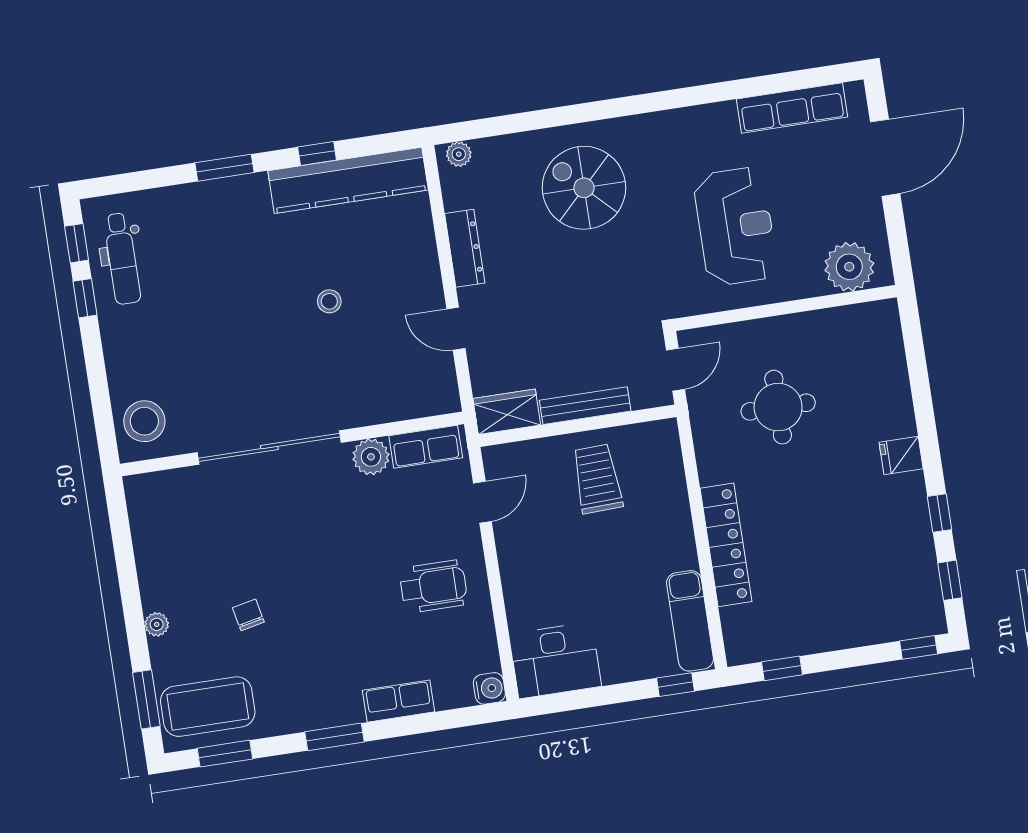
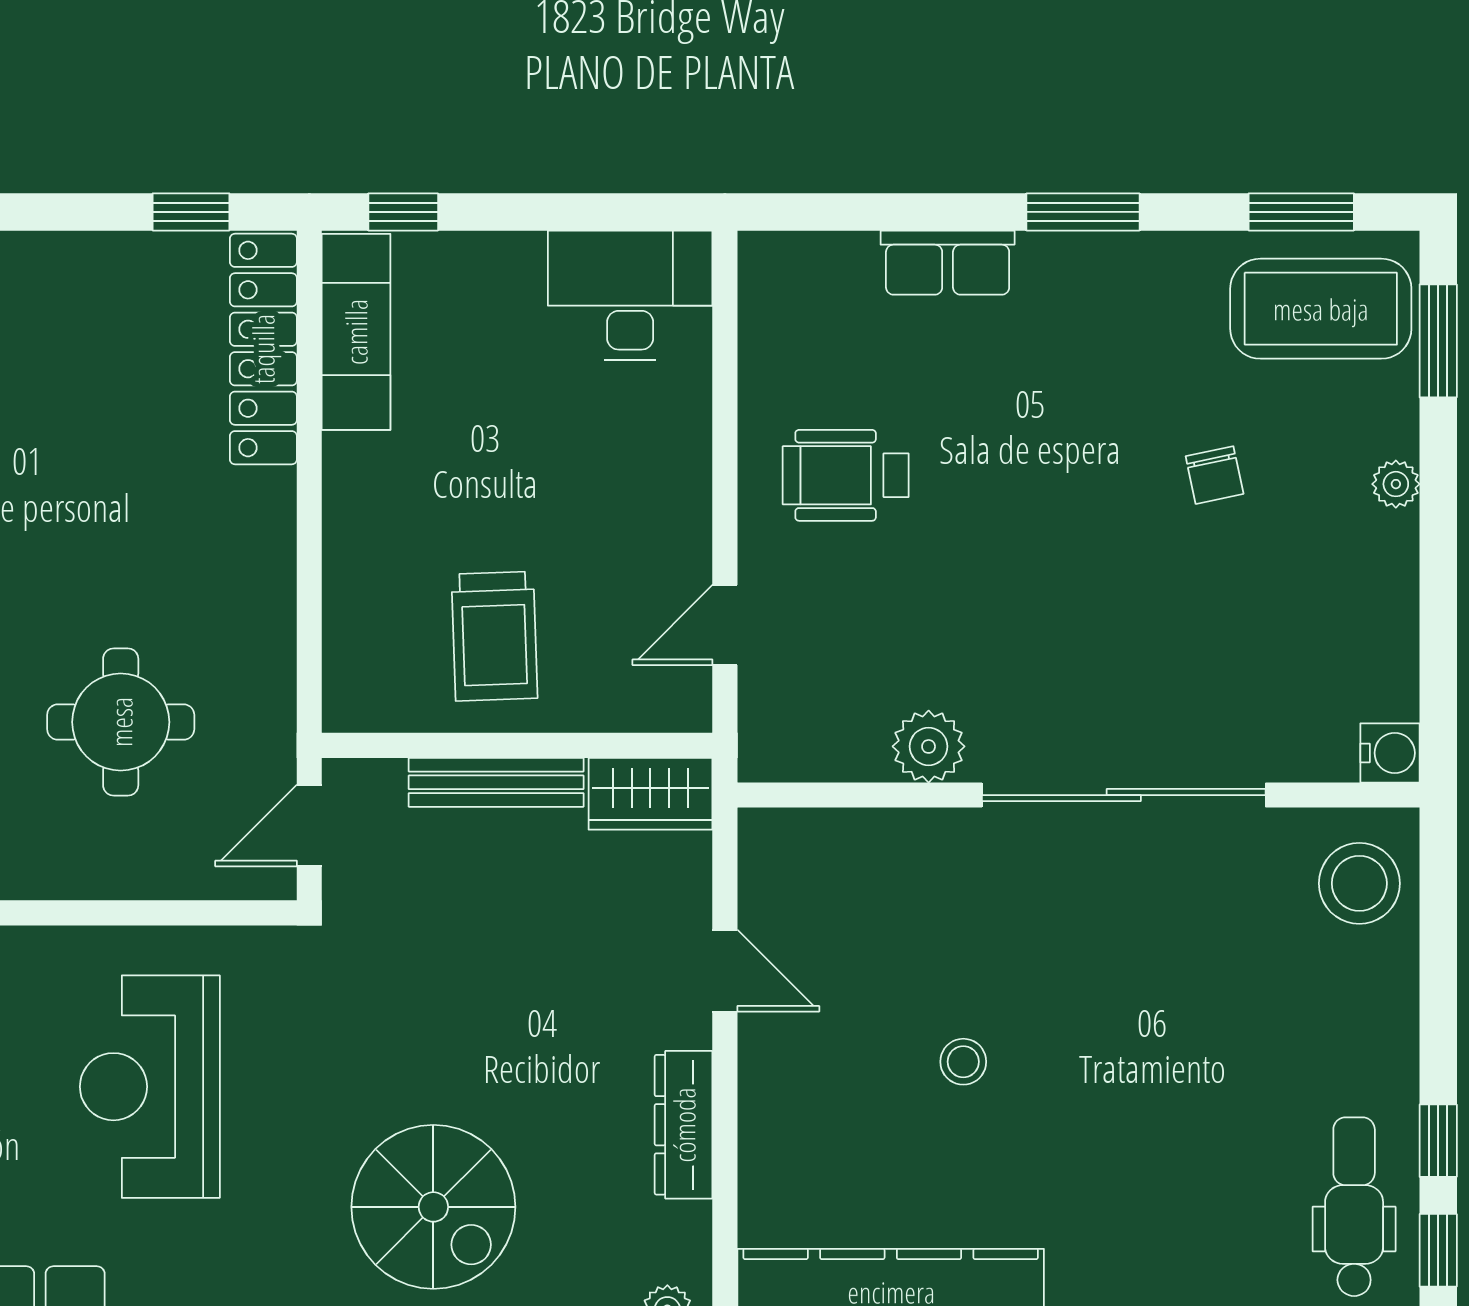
row of seats: (426, 447) -> (819, 750), removed
locker: (726, 545) -> (263, 349), moved
water cooler: (489, 688) -> (1390, 753), moved, turned 180

